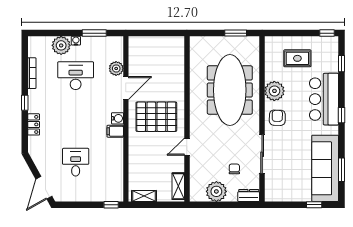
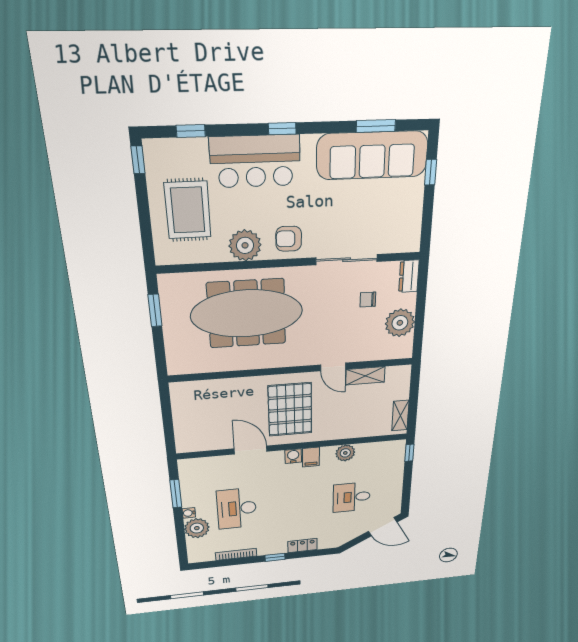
rug: (297, 58) -> (188, 210), width x1.36, depth x1.43
plant: (116, 68) -> (345, 453), moved
shelving: (178, 186) -> (365, 376), moved

